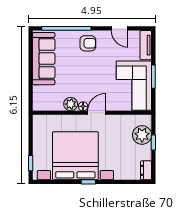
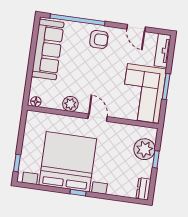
floor lamp: (83, 106) -> (36, 102), moved
door: (96, 113) -> (98, 118), hinge flipped

